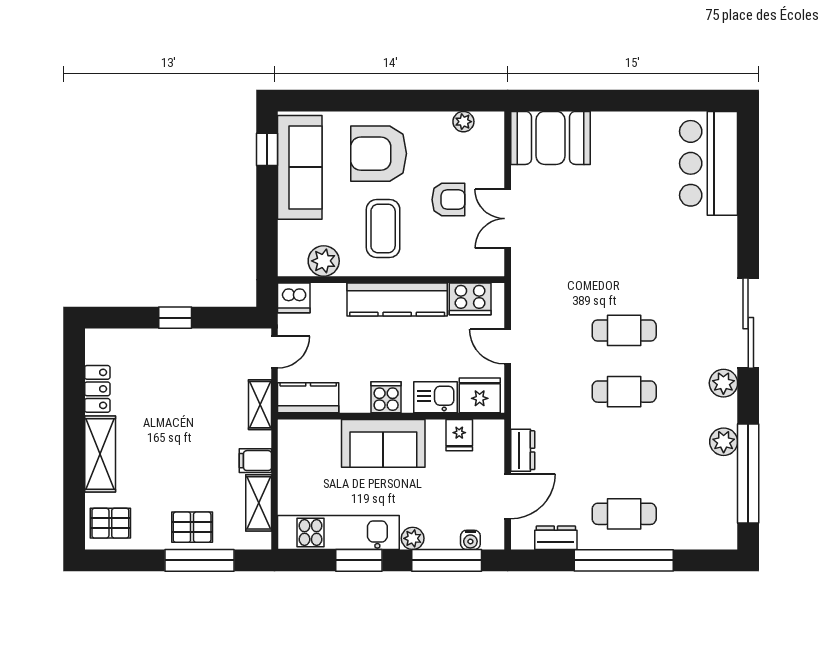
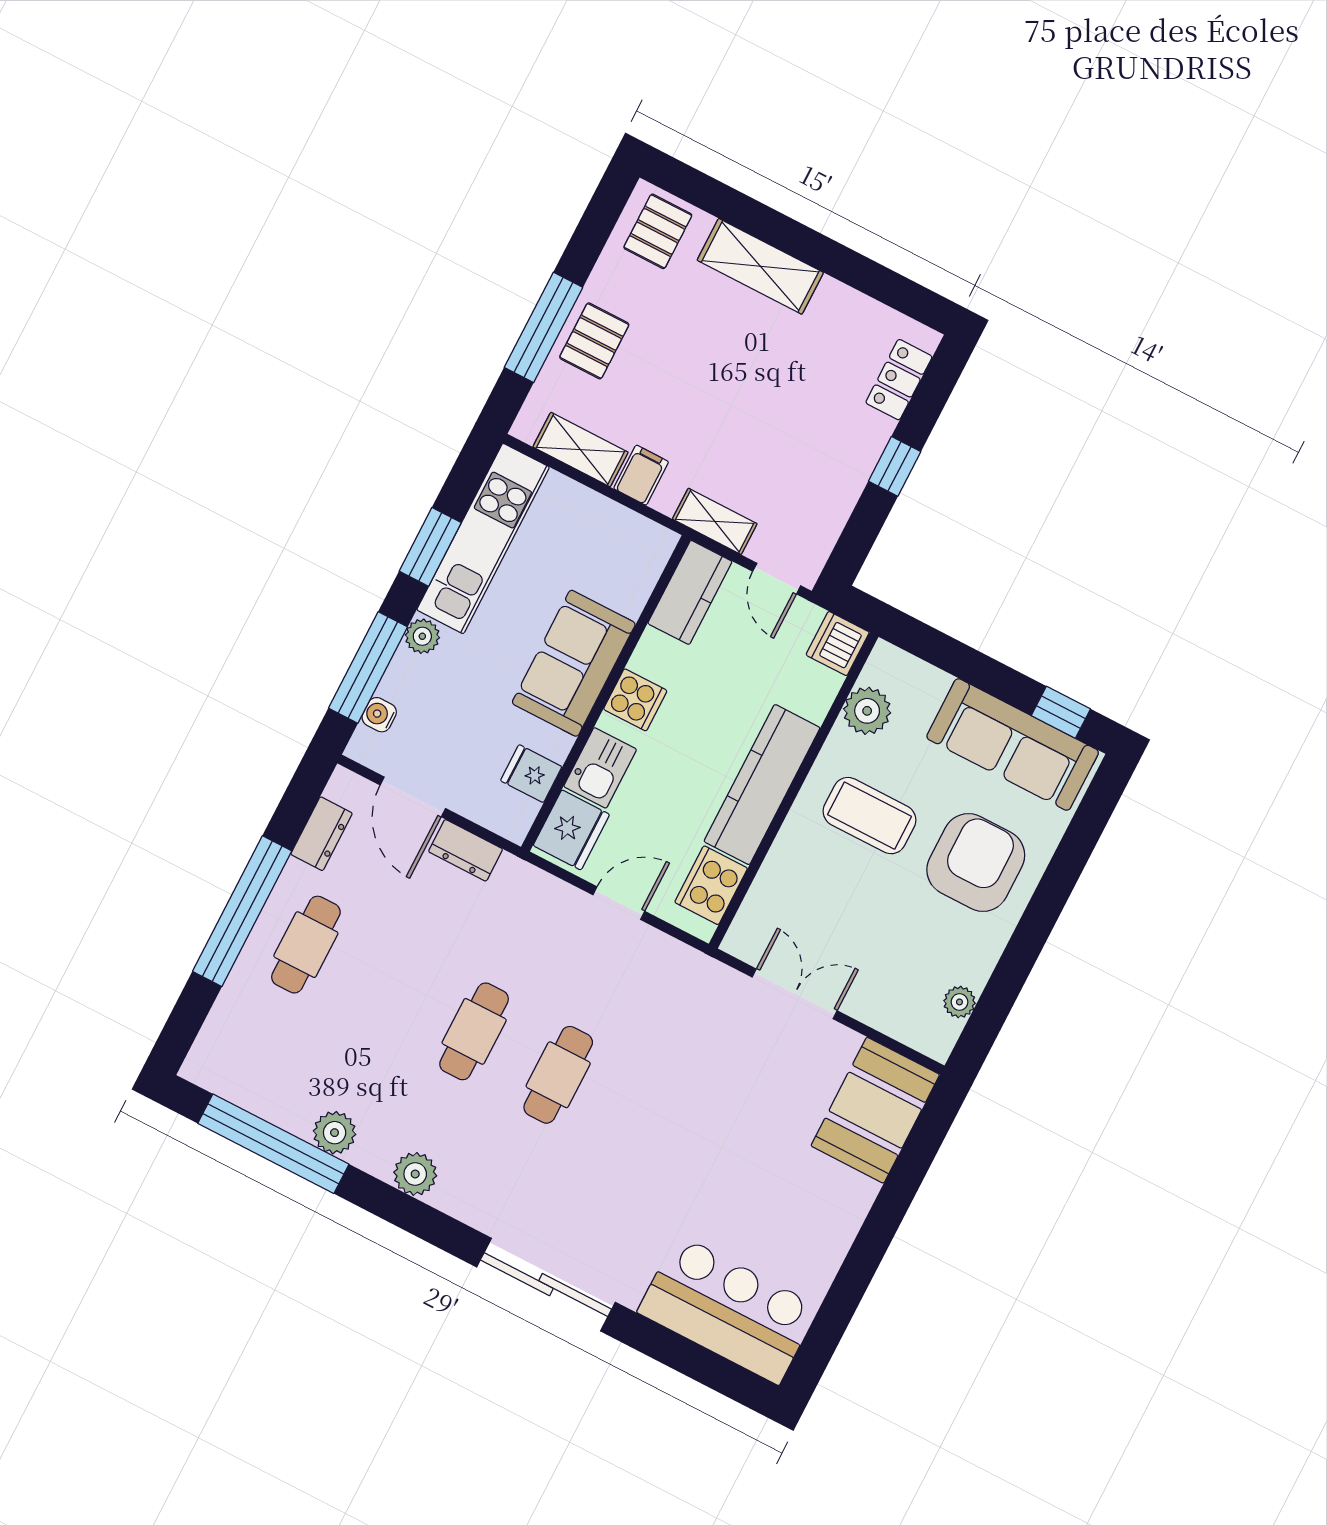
armchair: (448, 200) -> (863, 926), removed
sliding door: (748, 323) -> (546, 1285), moved
locker: (97, 389) -> (899, 380), moved, turned 90

